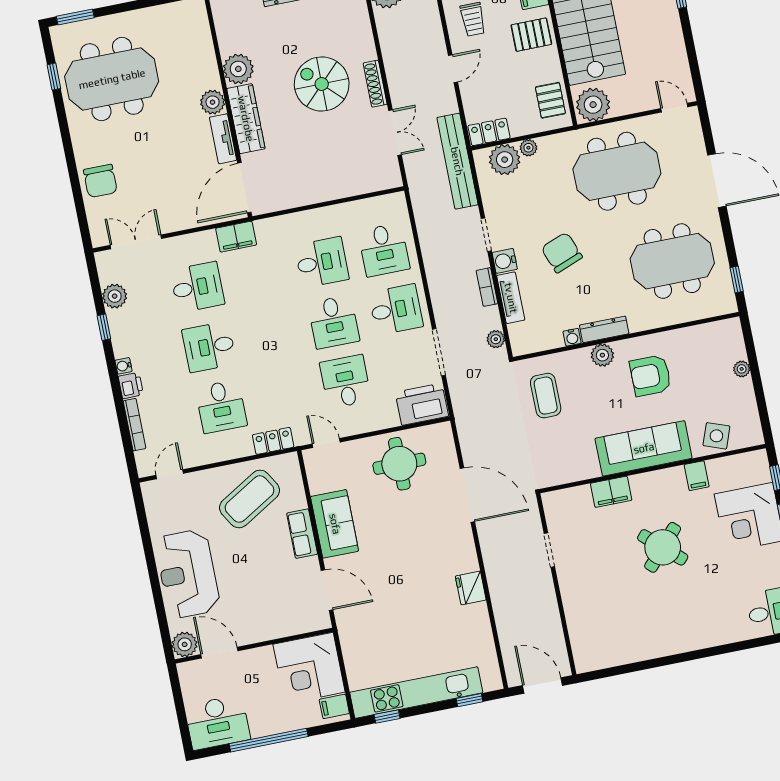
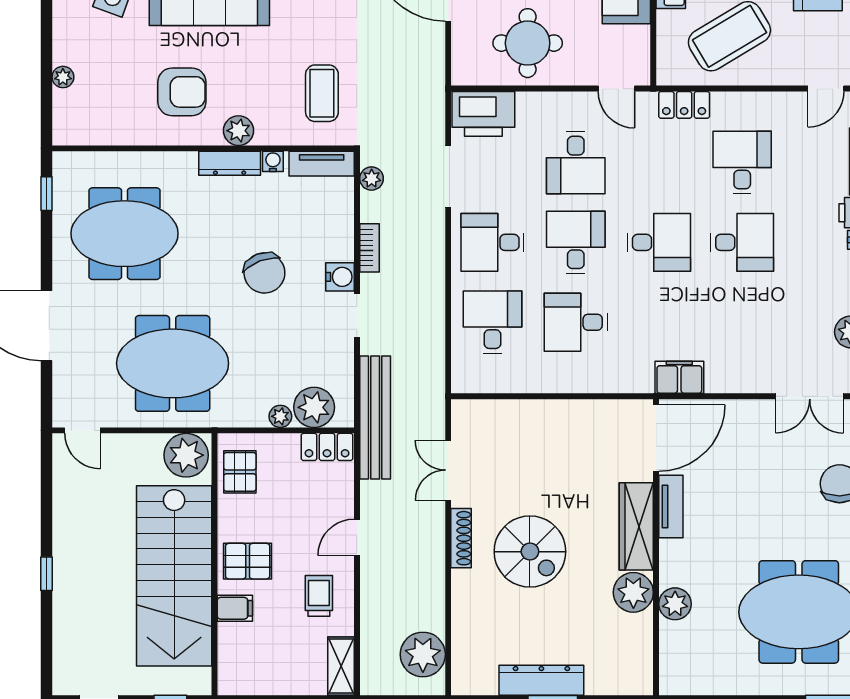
plant: (213, 102) -> (675, 604), moved
desk: (197, 287) -> (659, 242), moved, turned 180
tv unit: (511, 298) -> (322, 164), moved, turned -90

